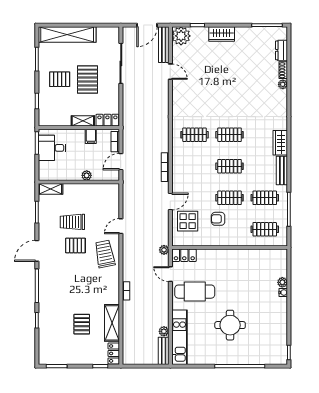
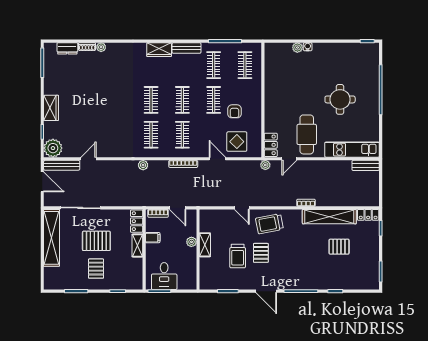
shelving: (67, 34) -> (52, 238), moved
clothes rail: (194, 166) -> (182, 135), added
shelving: (50, 189) -> (205, 245), moved
shelving: (112, 323) -> (329, 217), width x1.47
plant: (164, 331) -> (143, 165), moved

